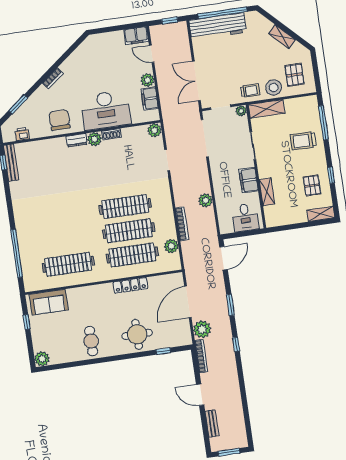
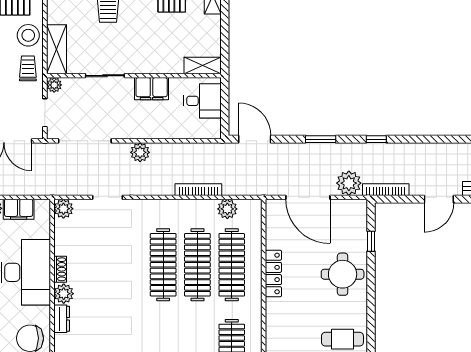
shelving: (267, 192) -> (203, 66), moved
plant: (206, 200) -> (140, 152), moved

